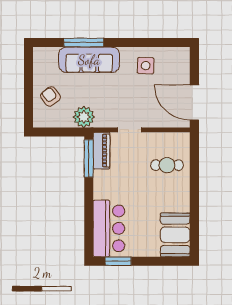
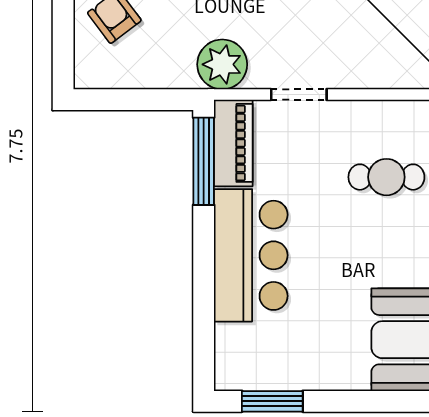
plant: (84, 117) -> (222, 64), moved
bar counter: (109, 228) -> (251, 255), moved

